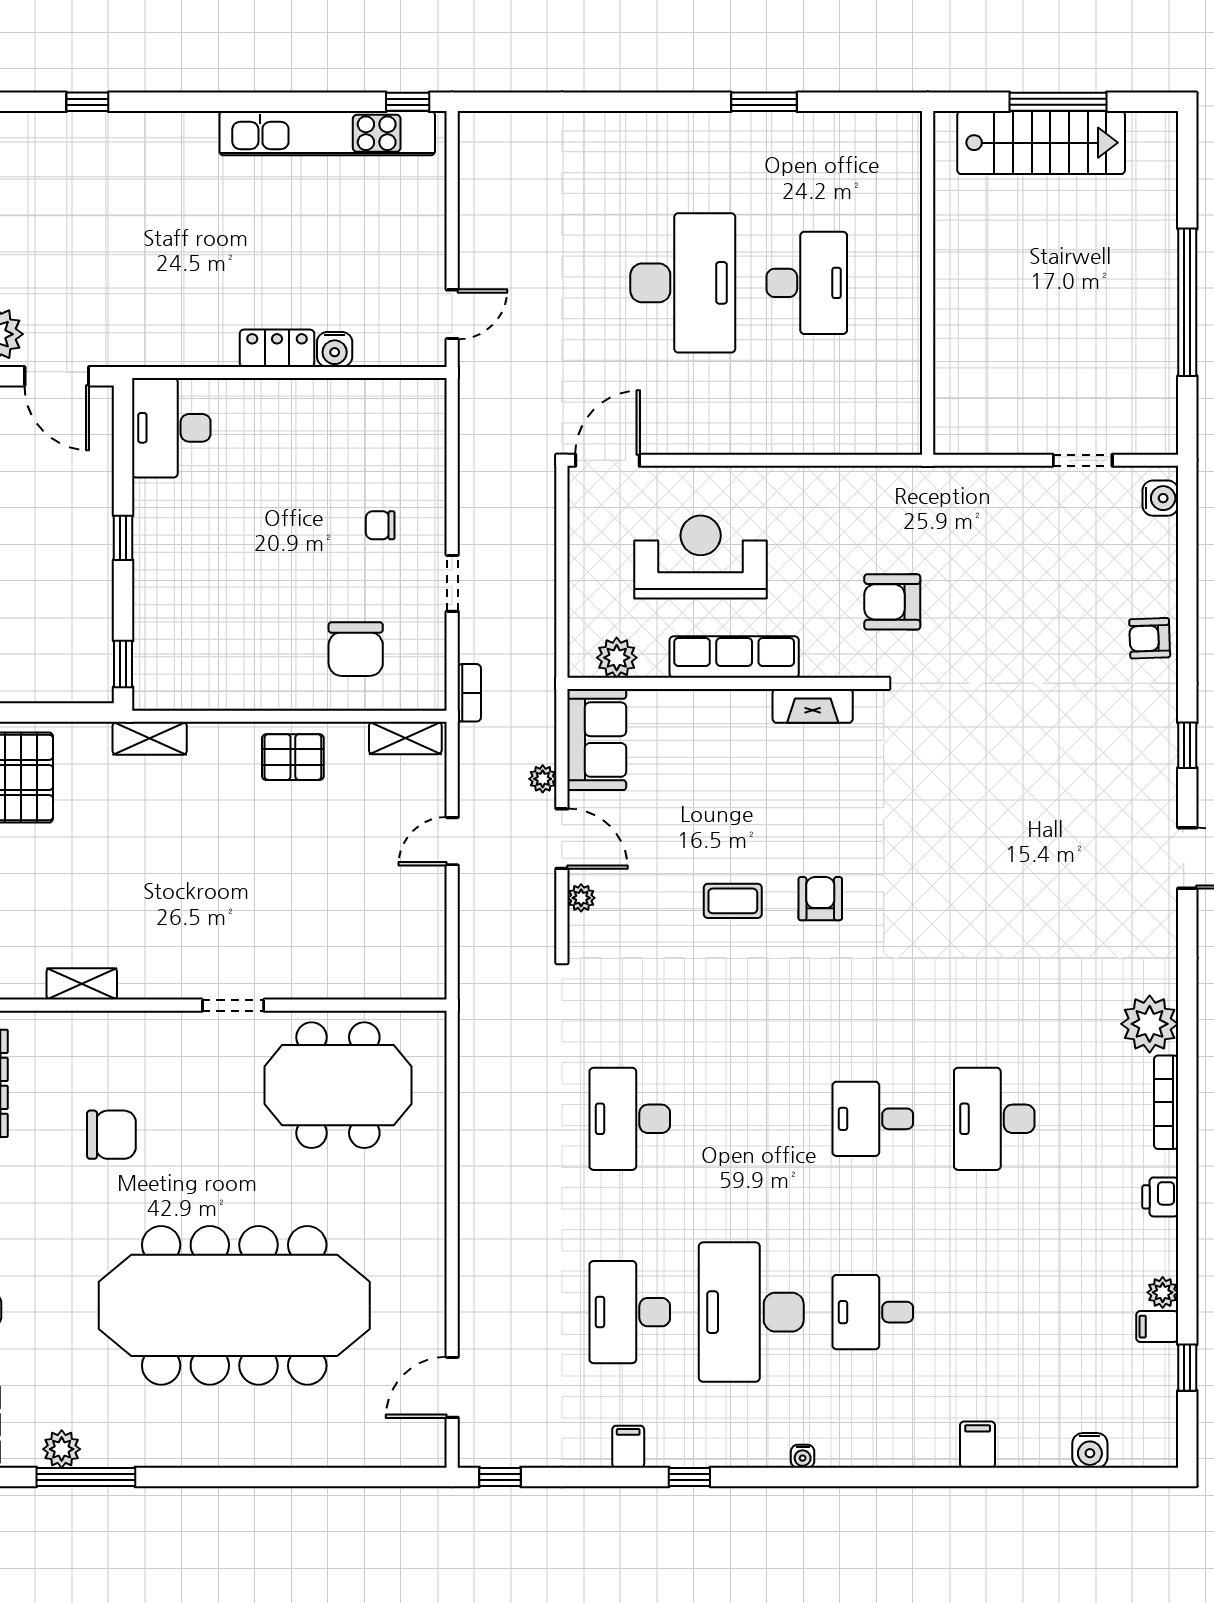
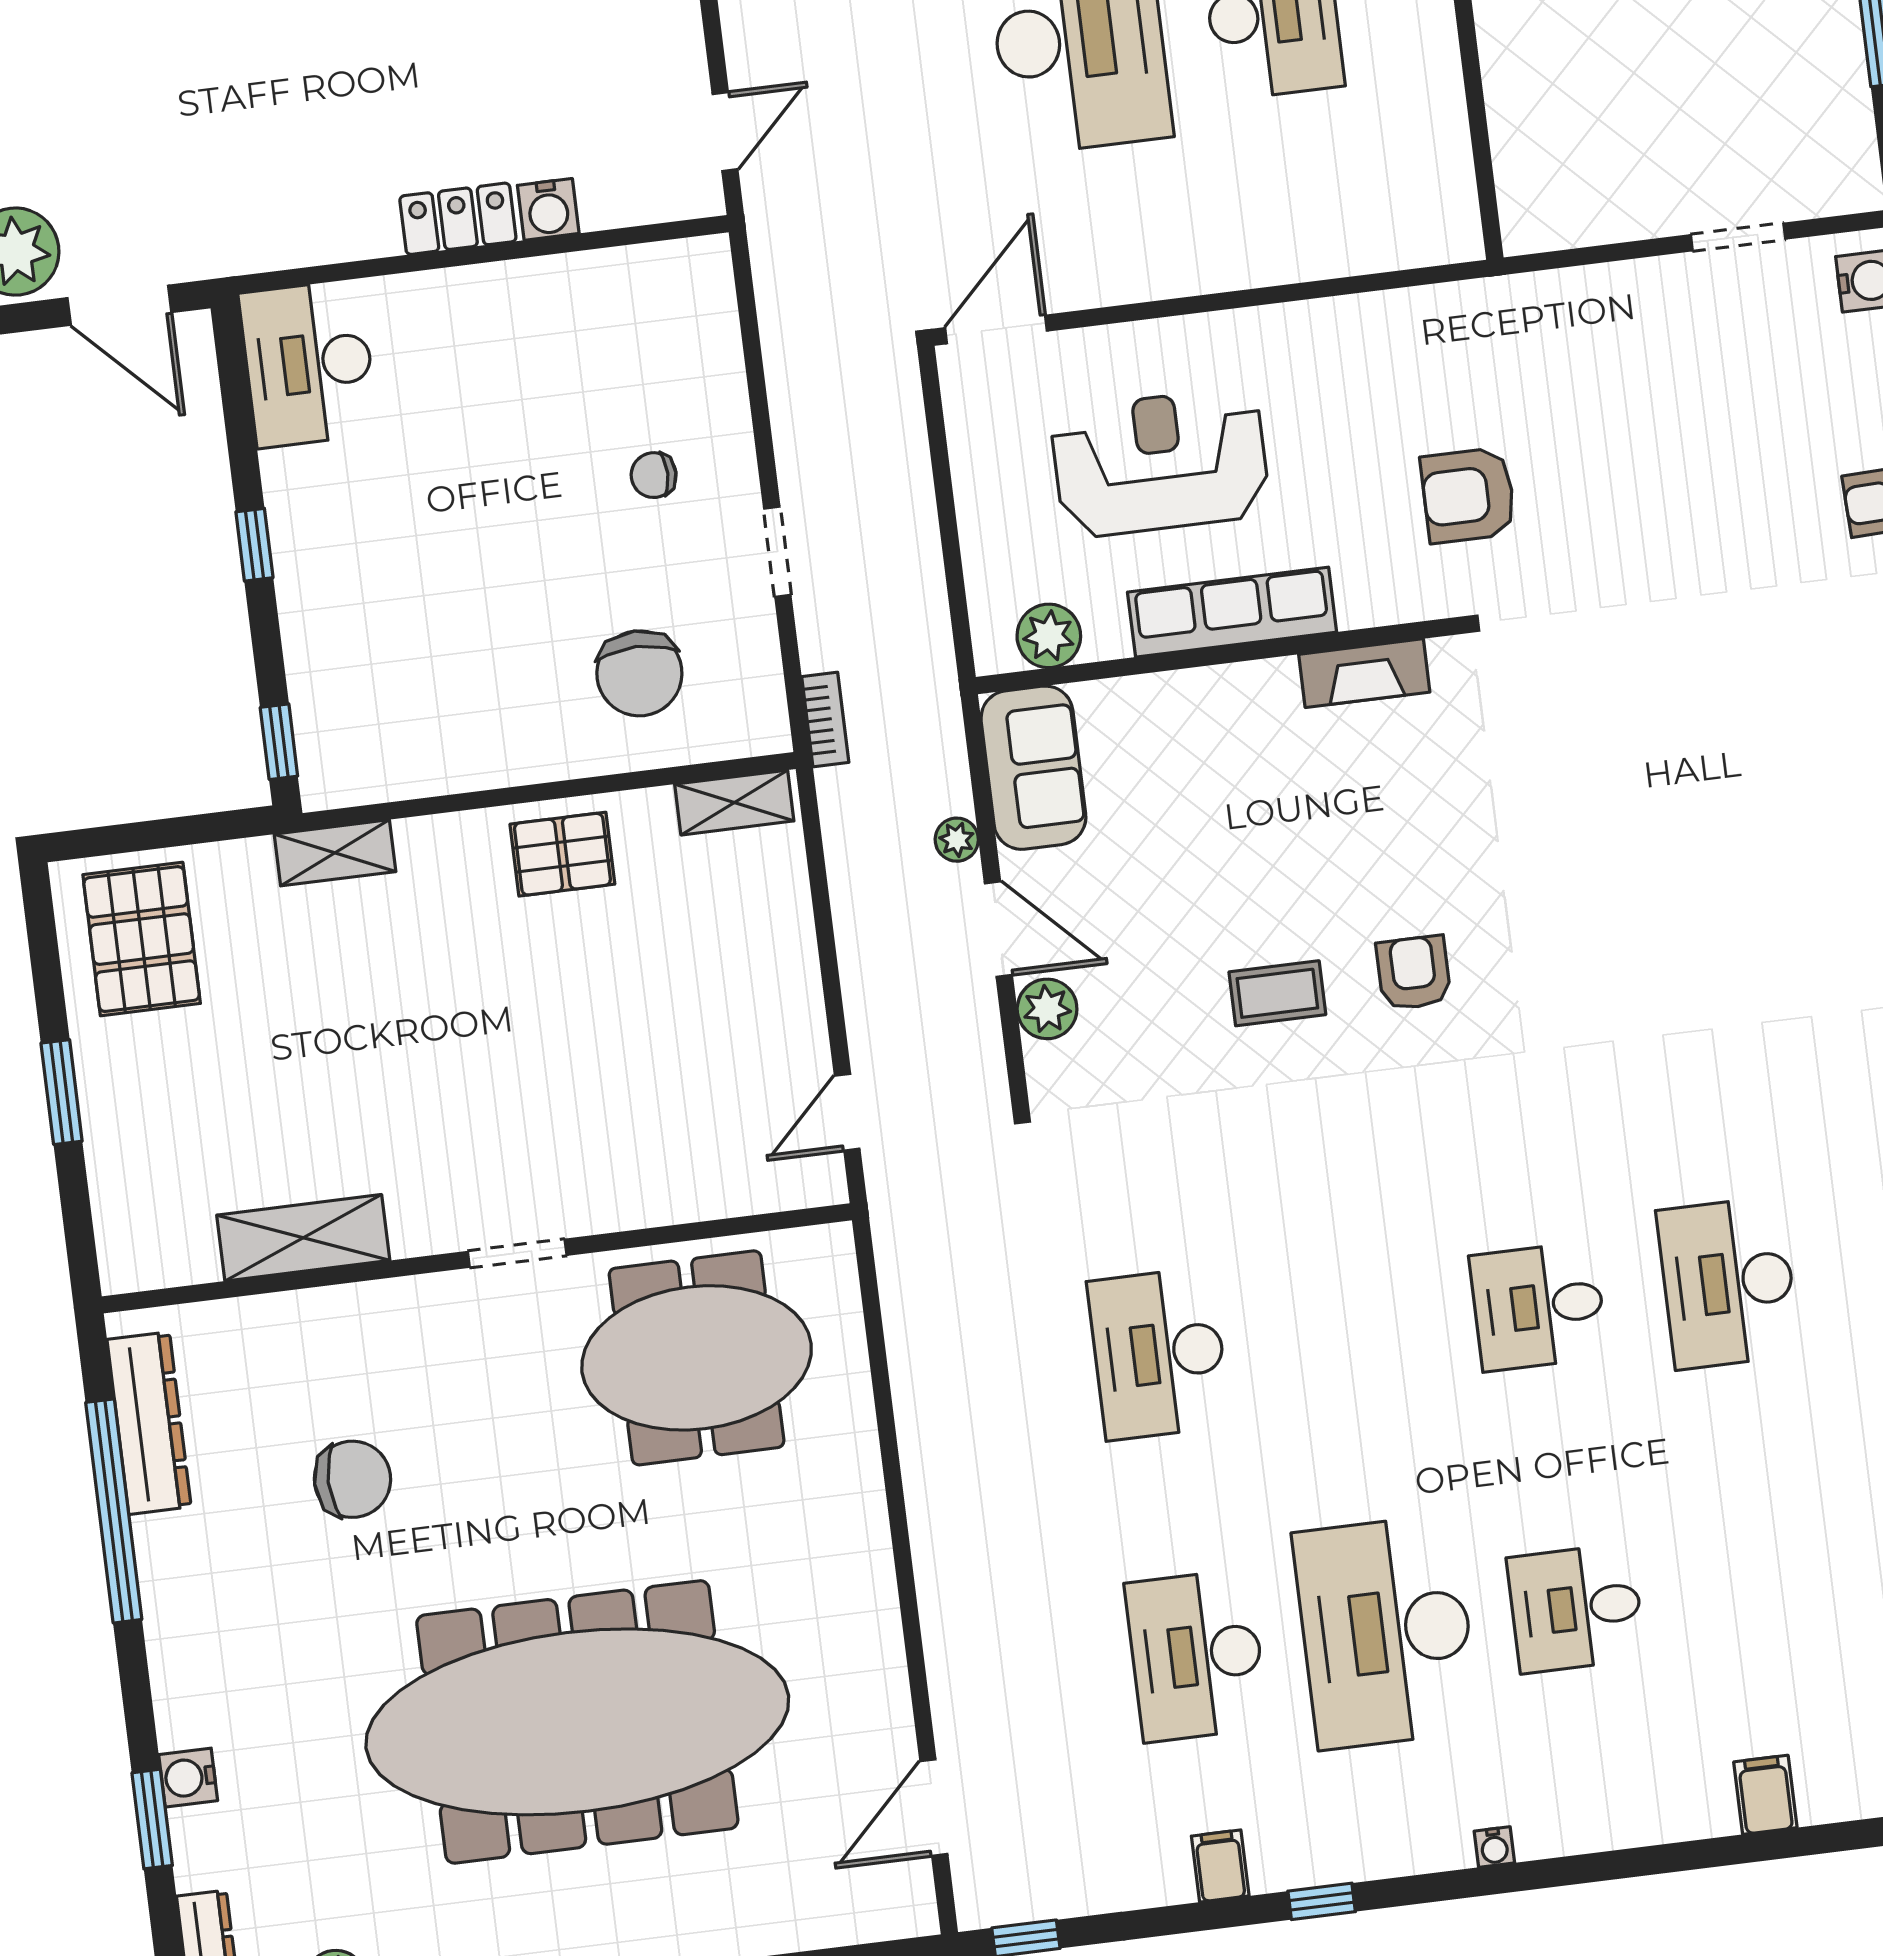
door: (452, 841) -> (847, 1112), moved
plant: (581, 898) -> (1047, 1009), width x1.38, depth x1.38
shelving: (82, 984) -> (303, 1238), width x1.50, depth x1.33

